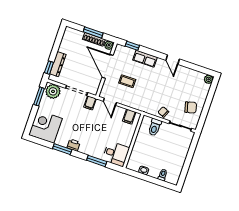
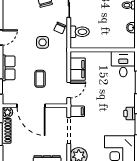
door: (108, 66) -> (31, 106), hinge flipped
side table: (156, 94) -> (43, 42), added
filing cabinet: (129, 117) -> (78, 69), width x2.00

